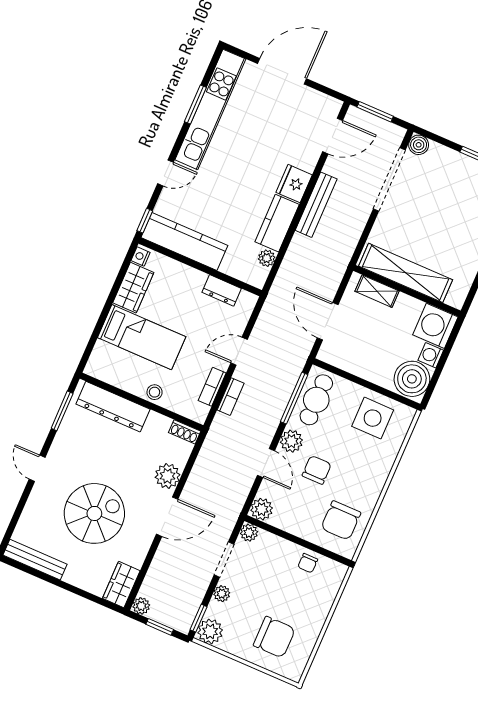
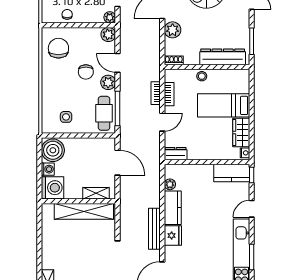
kitchen counter: (184, 241) -> (232, 173), width x0.67
dresser: (222, 290) -> (176, 154), moved
side table: (373, 418) -> (66, 117), width x0.54, depth x0.54

